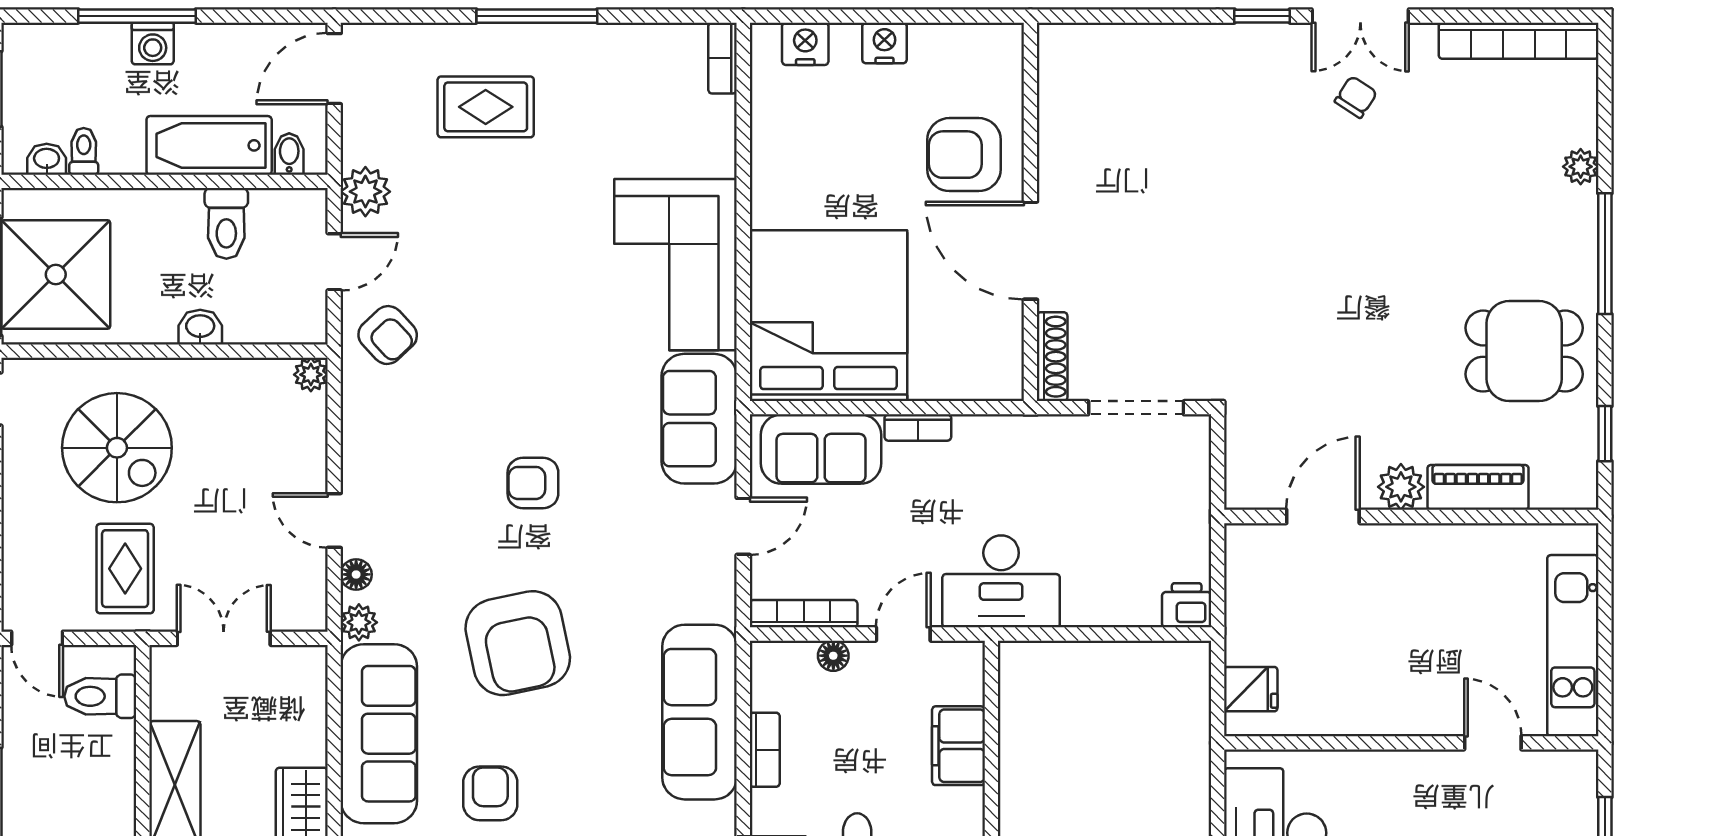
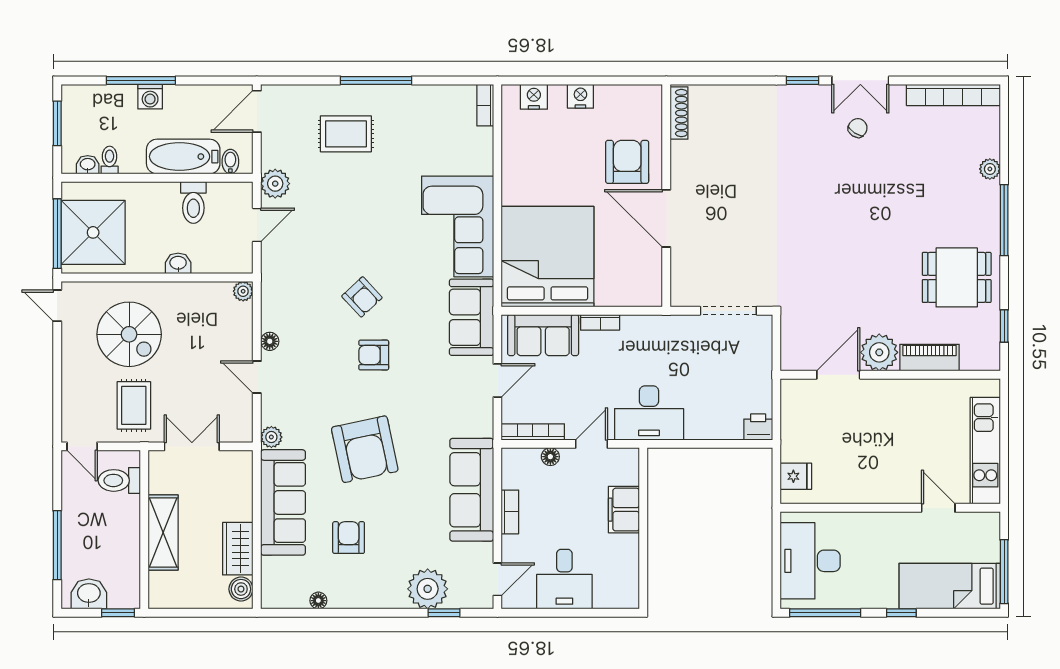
armchair: (964, 155) -> (627, 162), turned 90
armchair: (388, 335) -> (362, 297), moved
shoe rack: (1052, 357) -> (679, 113), moved
plant: (1401, 487) -> (879, 352), width x1.36, depth x1.36
floor lamp: (356, 574) -> (270, 341), moved

